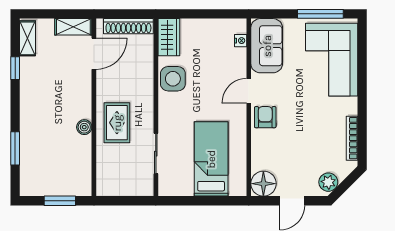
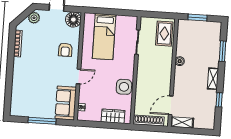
window: (320, 14) -> (42, 121), moved
wardrobe: (169, 37) -> (113, 116), moved, turned 90
shelving: (28, 38) -> (213, 79), moved
corner sofa: (332, 60) -> (27, 92), removed
armchair: (265, 117) -> (65, 50), moved
rug: (117, 123) -> (164, 34), moved

